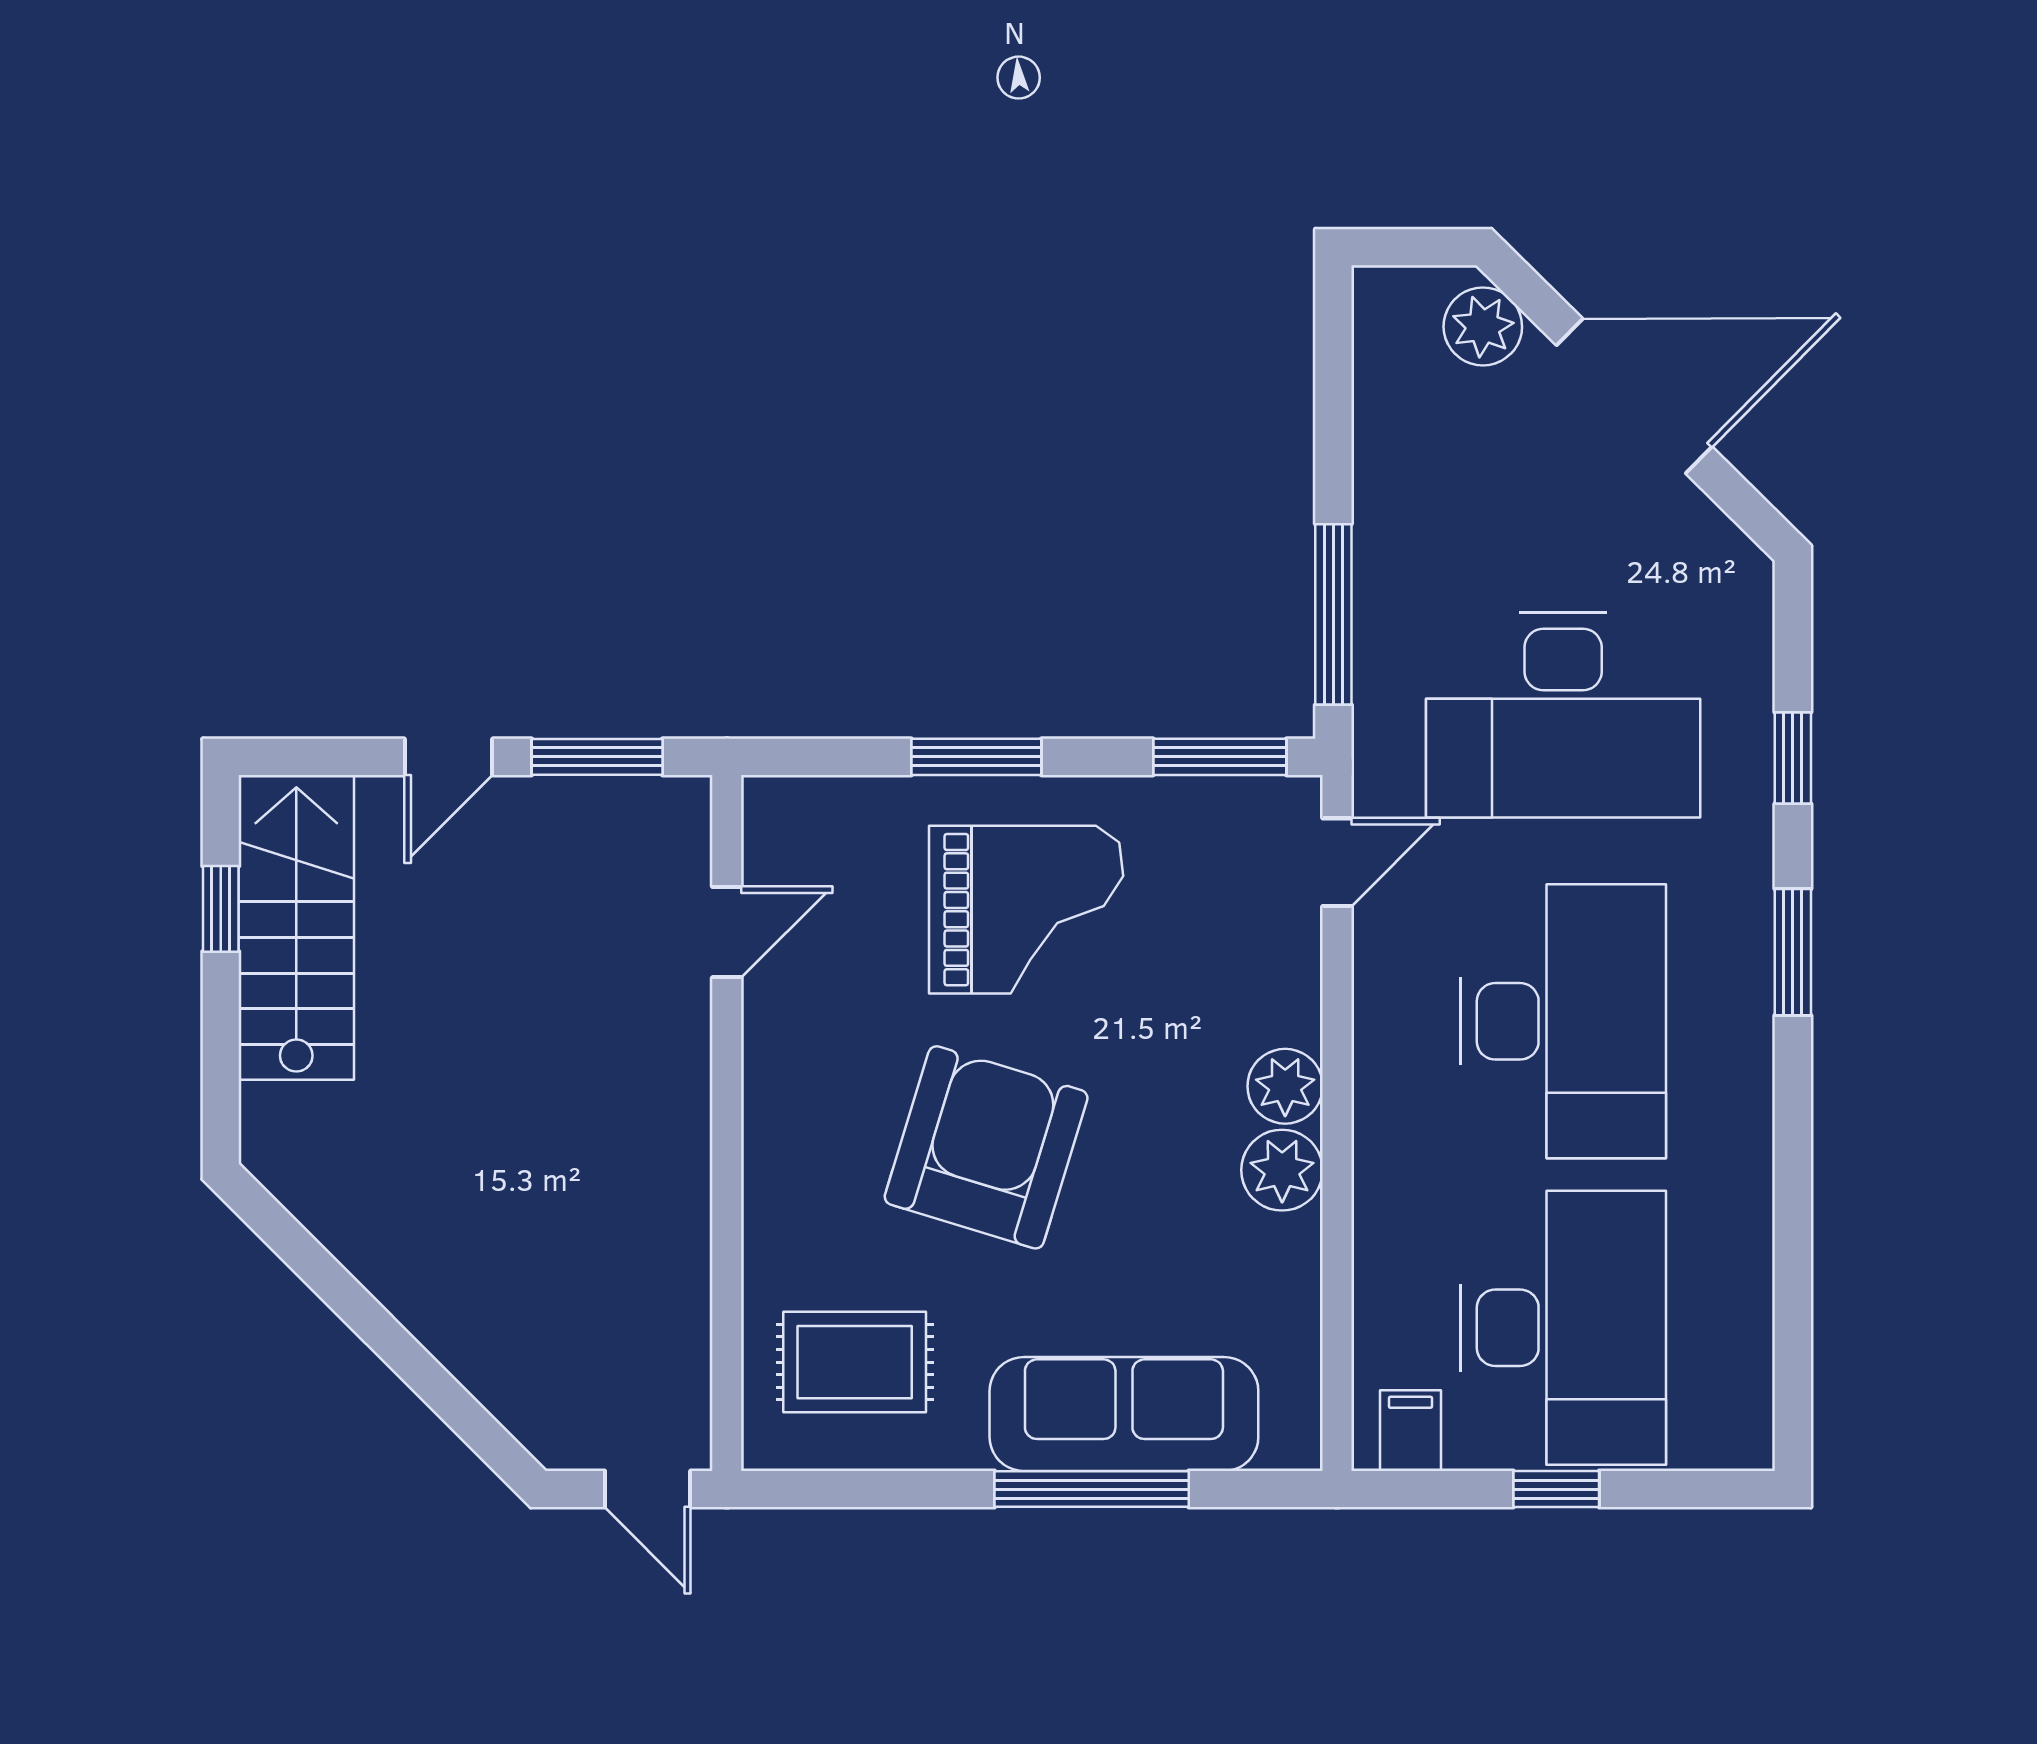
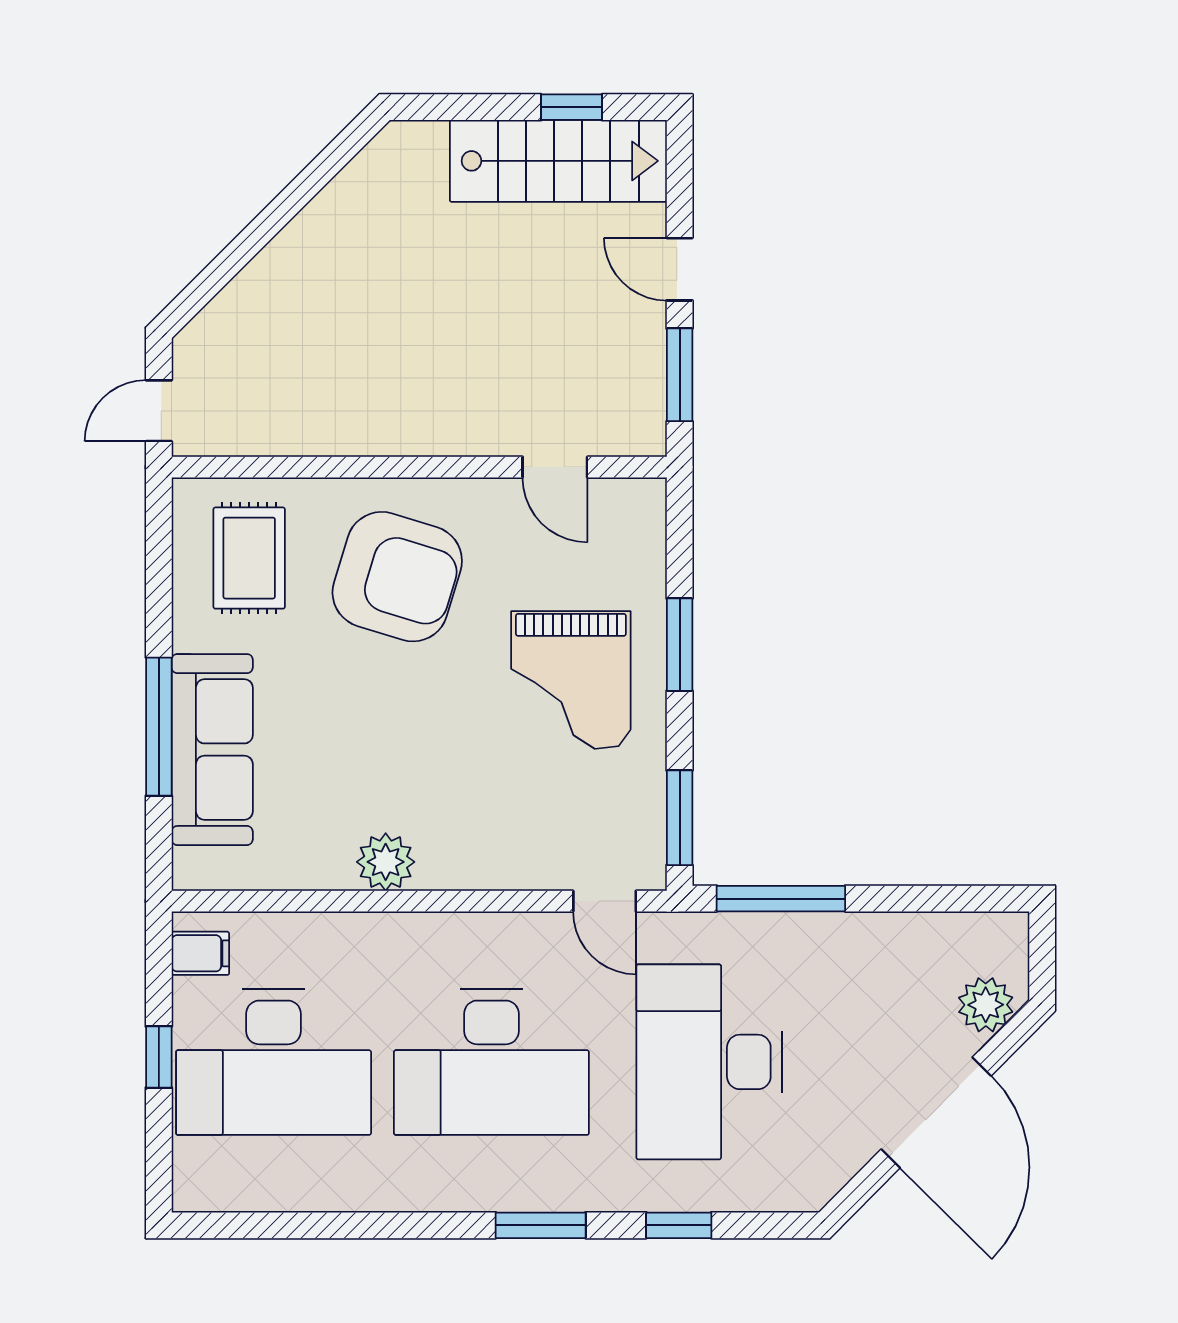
plant: (1285, 1086) -> (445, 864), removed
armchair: (986, 1147) -> (397, 577), moved

